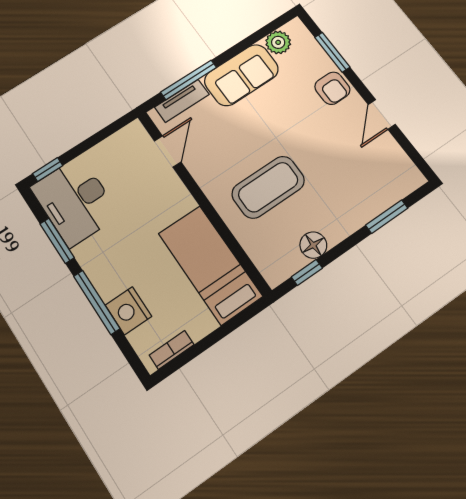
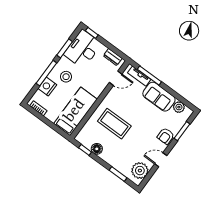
dresser: (119, 142) -> (113, 57), added
plant: (393, 166) -> (140, 171), added
stool: (122, 259) -> (66, 77), added

